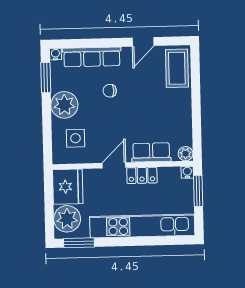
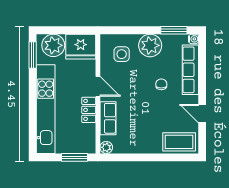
water cooler: (187, 172) -> (90, 149), removed

